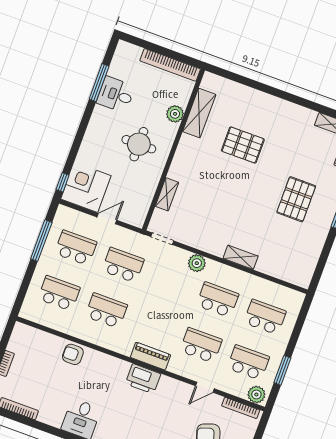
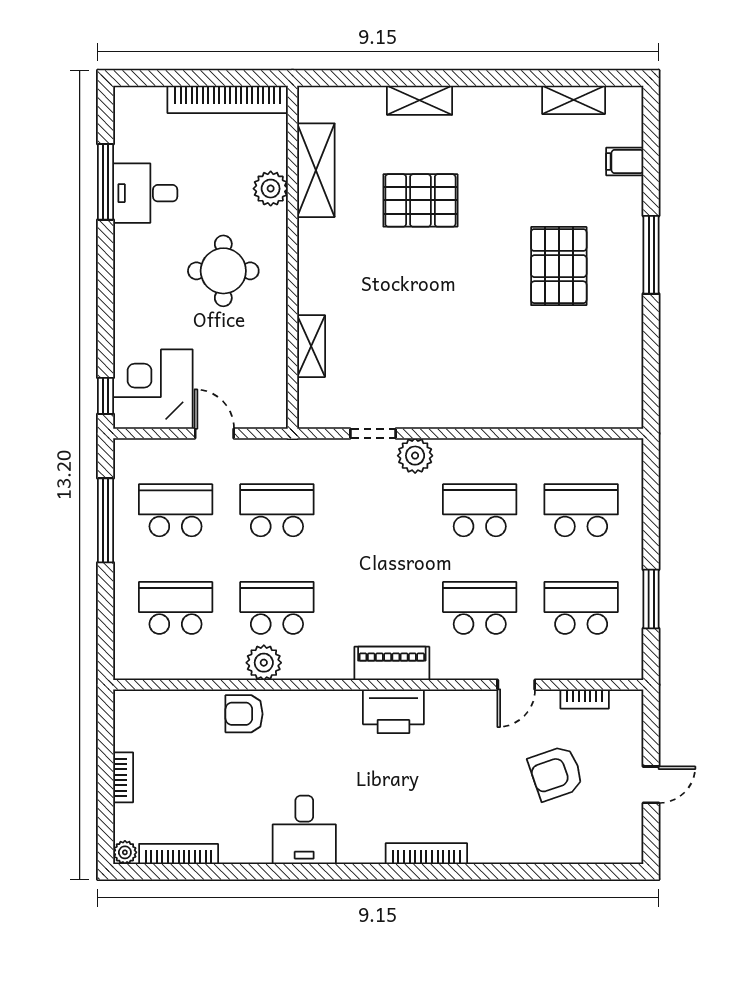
door: (107, 219) -> (214, 433), hinge flipped
doorway: (162, 239) -> (373, 433), moved
shelving: (241, 257) -> (420, 100), moved
plant: (256, 395) -> (264, 663), moved
bookcase: (241, 408) -> (585, 699), width x0.64

